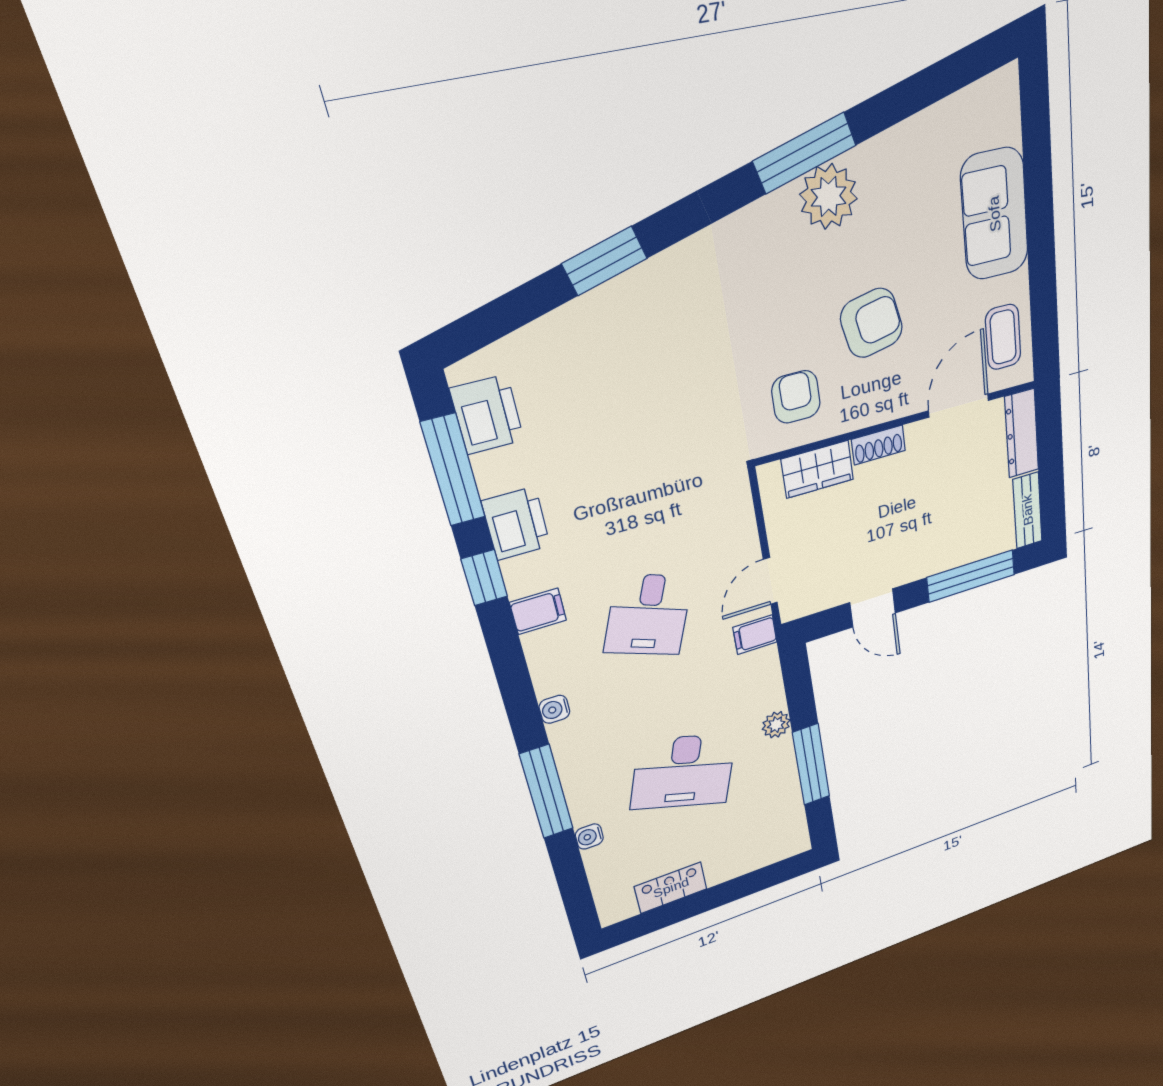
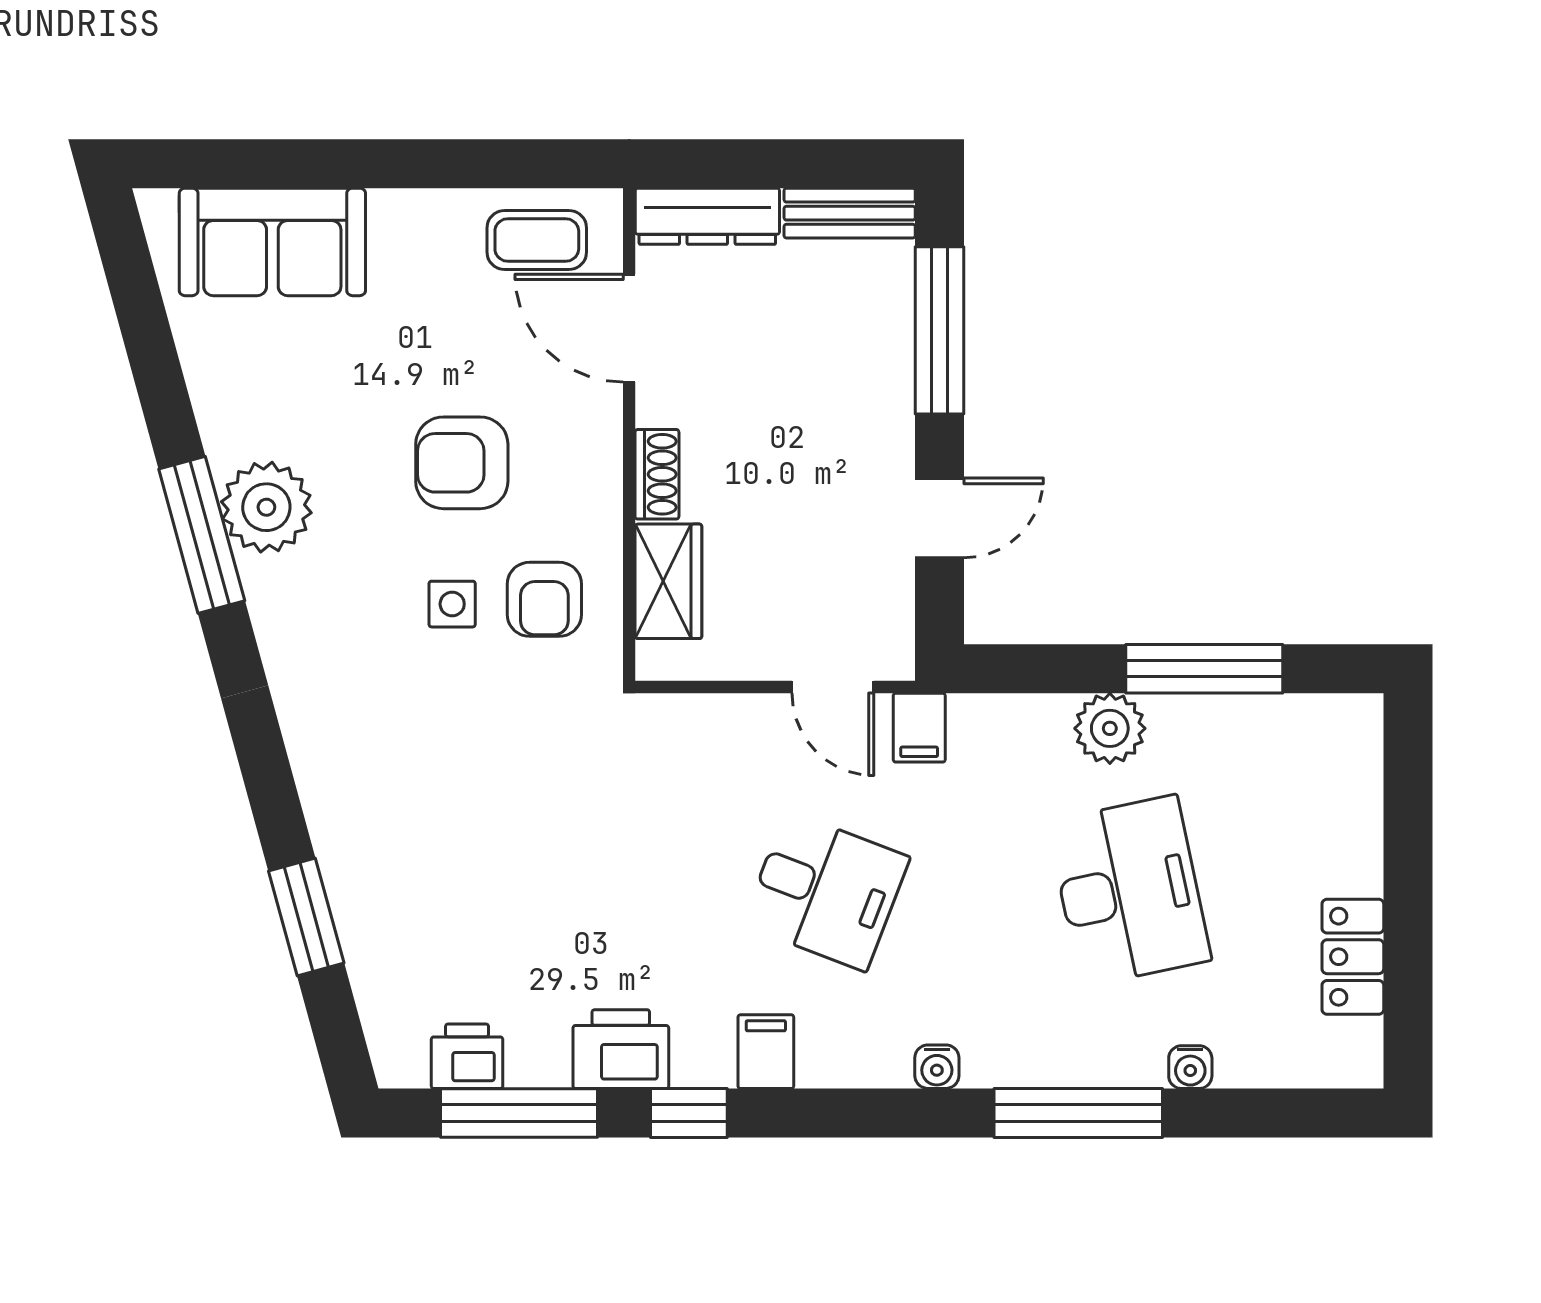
sofa: (995, 214) -> (272, 242), moved
window: (605, 261) -> (306, 917), moved
armchair: (872, 323) -> (462, 463), turned -78
side table: (784, 338) -> (452, 604), added
armchair: (796, 397) -> (544, 599), turned -90
printer: (487, 415) -> (467, 1056), width x0.73, depth x0.81
plant: (776, 725) -> (1110, 728), width x1.38, depth x1.38
desk: (683, 772) -> (1129, 891), turned -30

